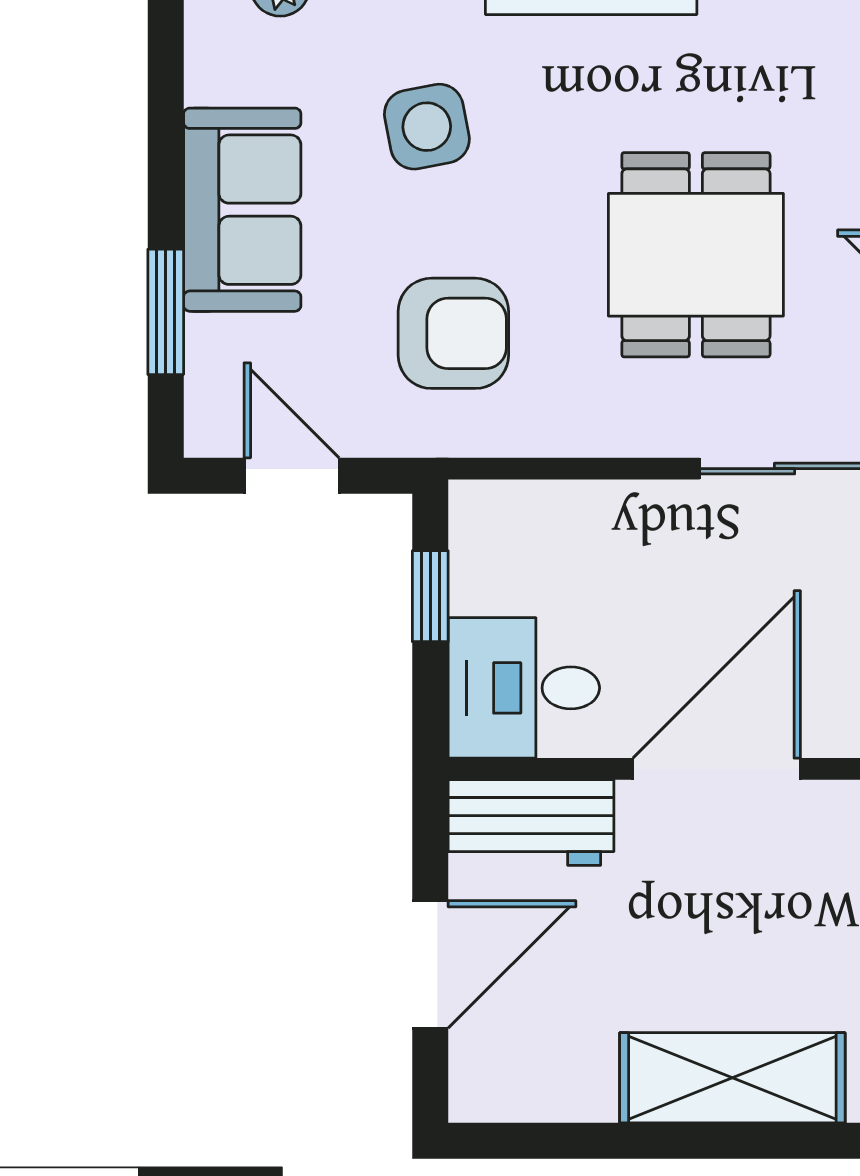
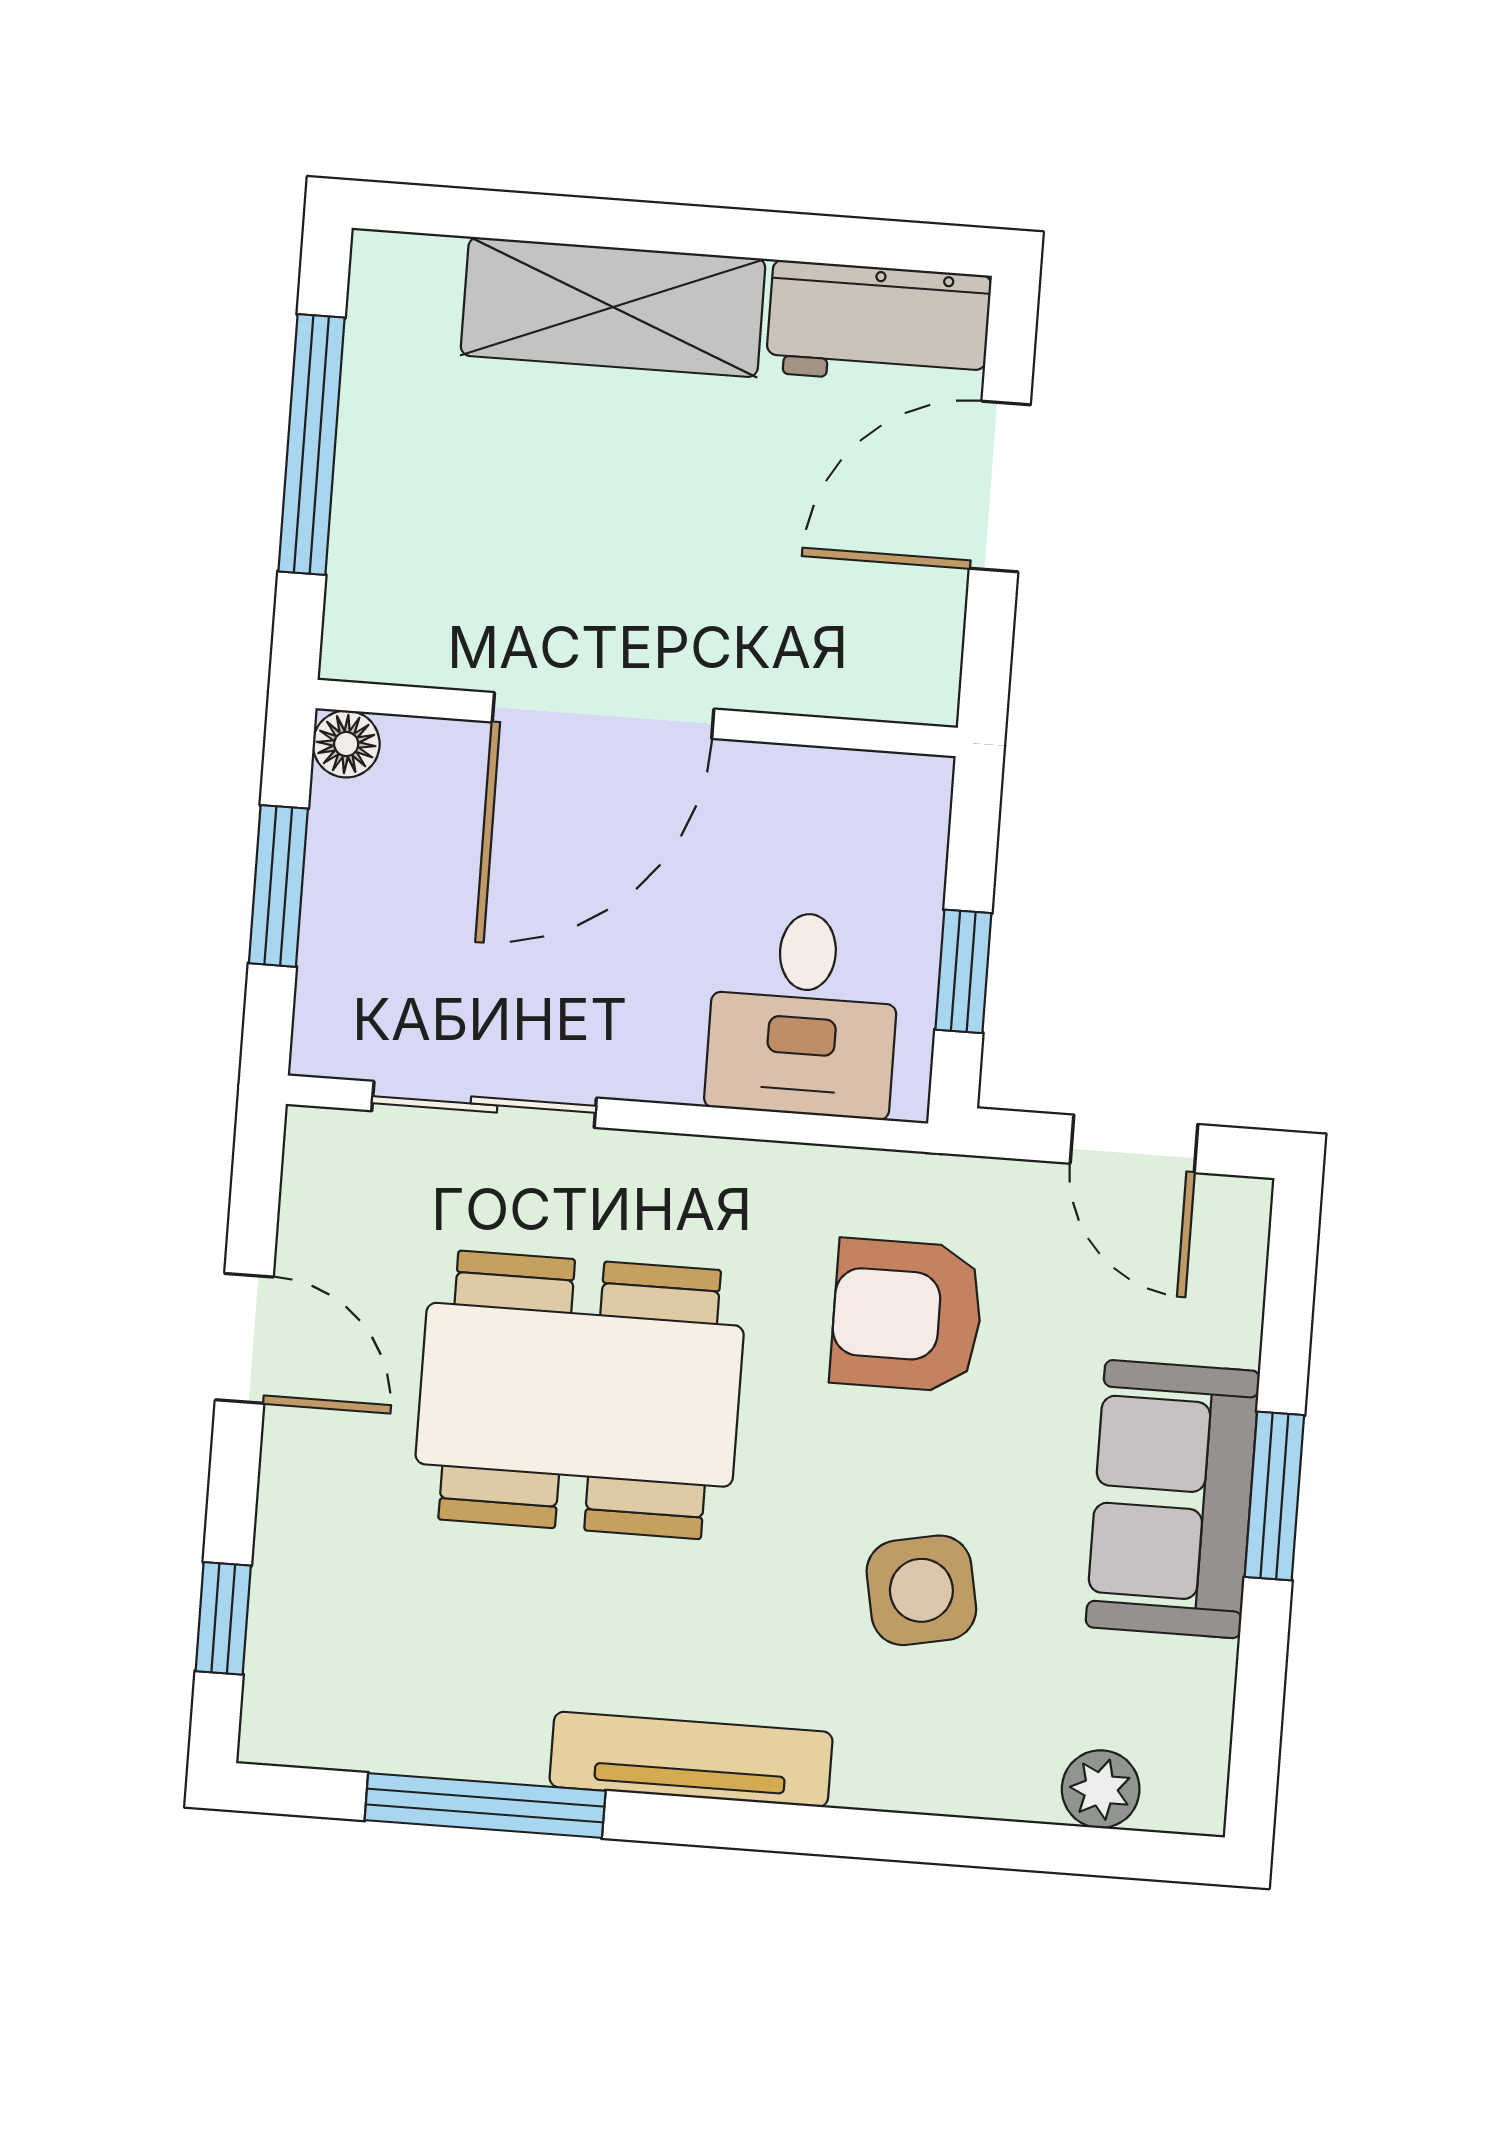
dining table: (696, 255) -> (580, 1395), width x1.38
window: (166, 312) -> (1274, 1496), moved
desk: (524, 688) -> (803, 1014), moved, turned 90
workbench: (531, 822) -> (878, 324), moved, turned 180

